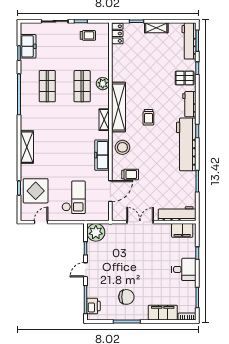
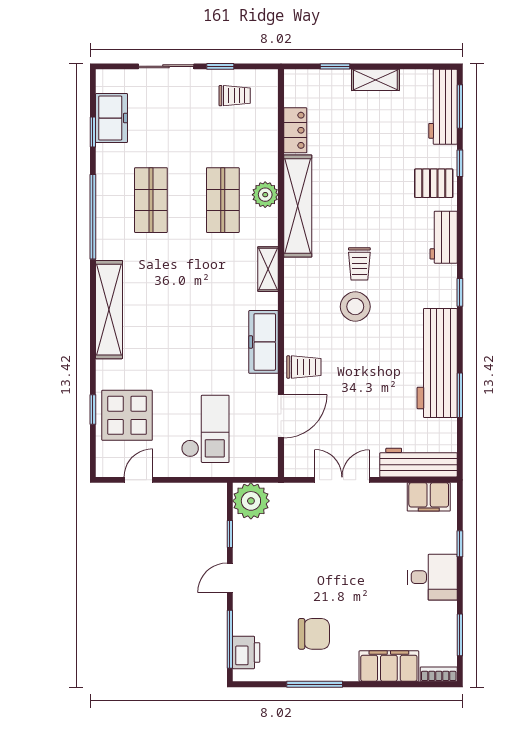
locker: (117, 34) -> (295, 130), moved
shelving: (119, 107) -> (298, 206), moved
workbench: (186, 144) -> (437, 363), moved
shelving: (27, 147) -> (109, 310), width x1.47
stool: (122, 147) -> (355, 307), moved
trolley: (130, 175) -> (304, 367), moved

